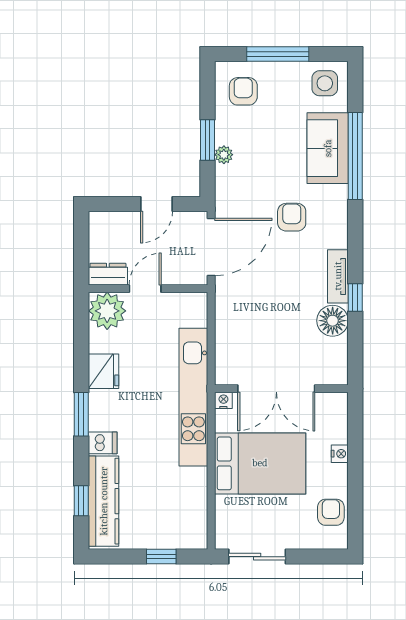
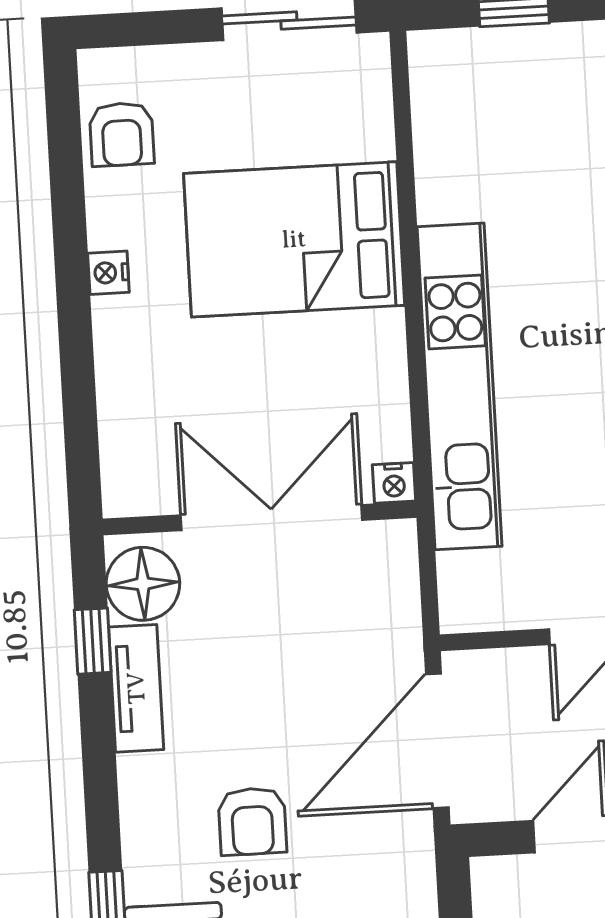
double door: (276, 389) -> (272, 518), moved
wall: (281, 389) -> (260, 518), moved
nightstand: (223, 400) -> (394, 483), moved

